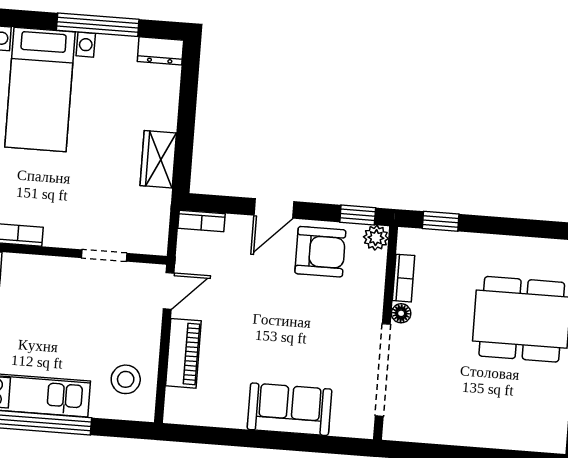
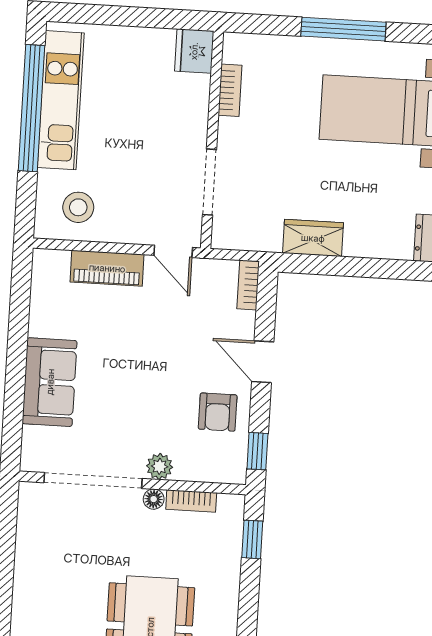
plant: (376, 238) -> (160, 466), moved
armchair: (320, 252) -> (218, 412), width x0.72, depth x0.72
doorway: (104, 256) -> (210, 182), width x1.38

